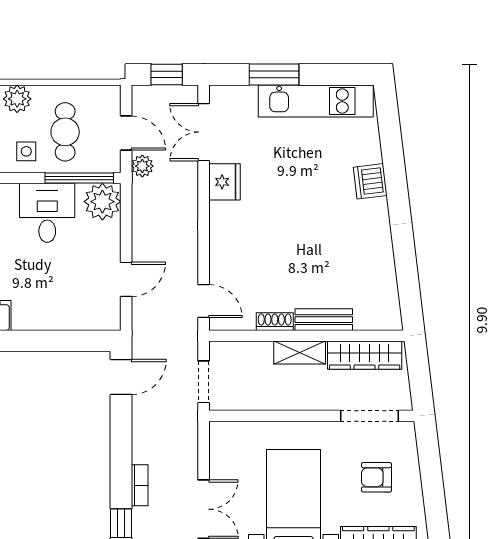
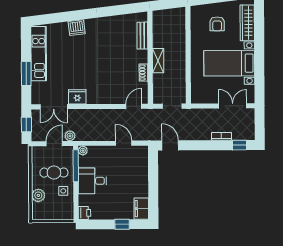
plant: (102, 202) -> (83, 151), width x0.53, depth x0.53
bench: (324, 320) -> (142, 36), moved
wardrobe: (365, 355) -> (159, 30), removed
doorway: (369, 416) -> (188, 27), removed

